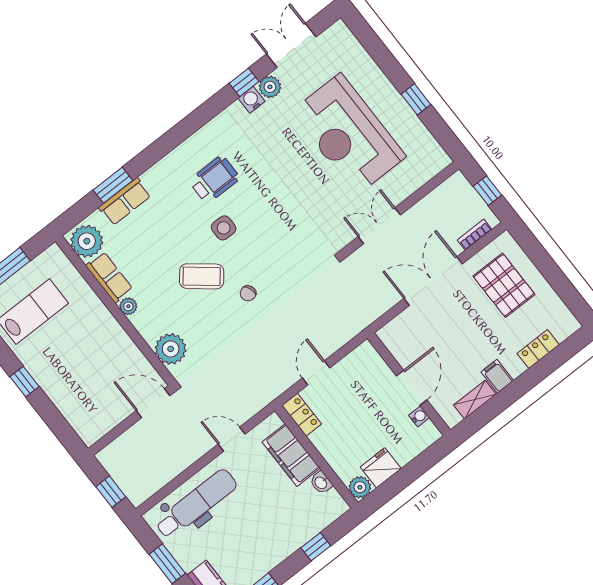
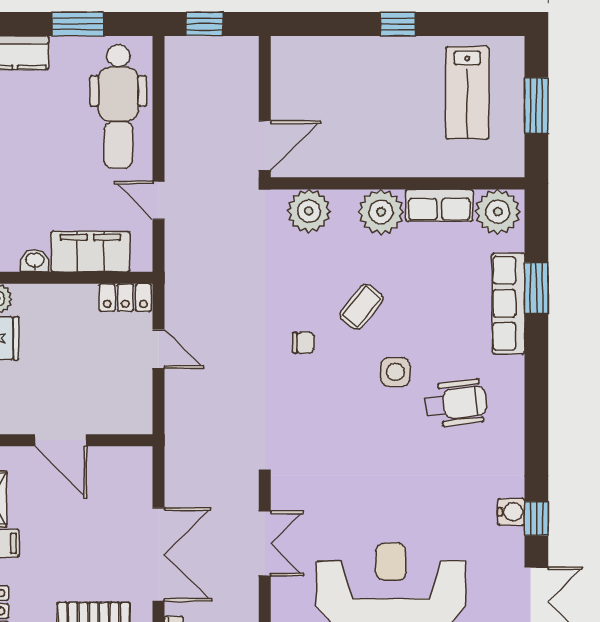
plant: (270, 87) -> (509, 543), removed
wheelchair: (214, 179) -> (456, 403), turned -97
row of seats: (125, 202) -> (508, 303), width x1.48
coffee table: (202, 276) -> (361, 307), width x0.73, depth x0.77
chair: (248, 293) -> (303, 343), turned 110
plant: (128, 306) -> (381, 212), width x1.88, depth x1.88
water cooler: (419, 416) -> (23, 424), removed
door: (232, 439) -> (159, 200), swing flipped

